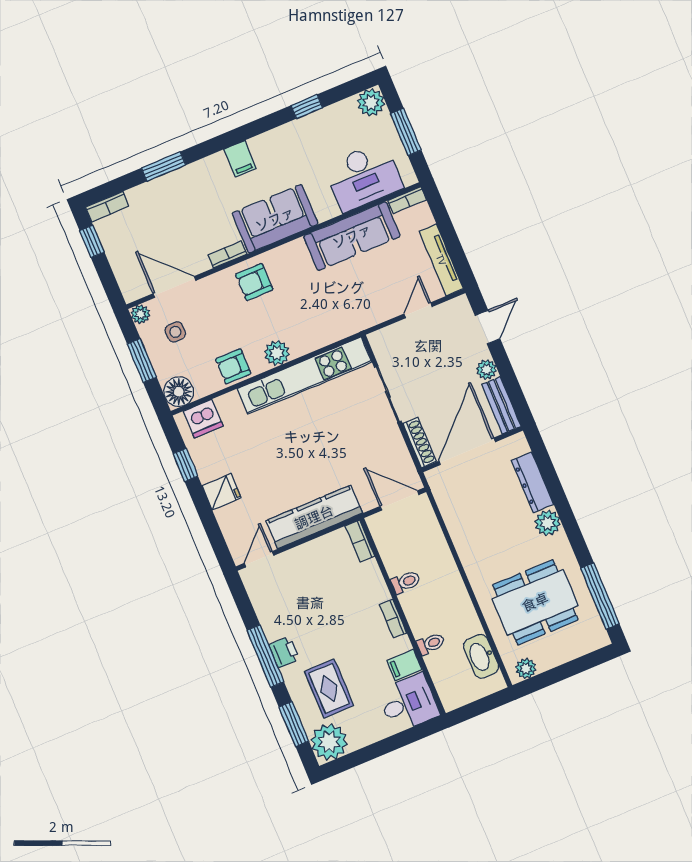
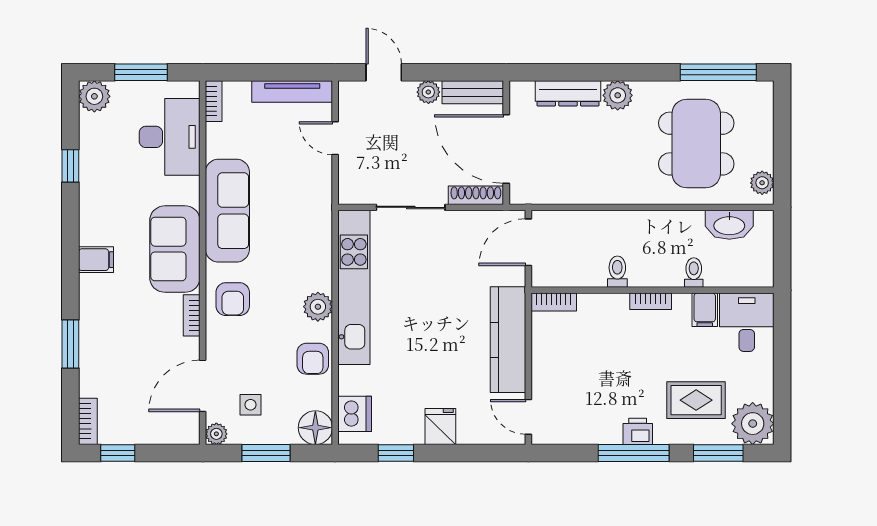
sofa: (352, 236) -> (227, 211), moved

